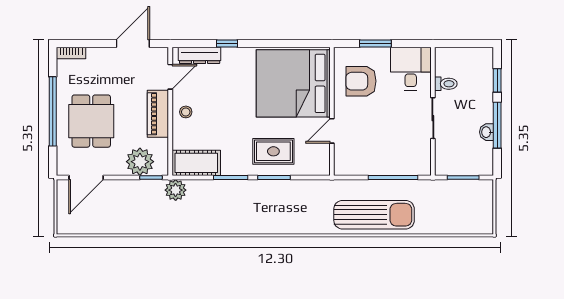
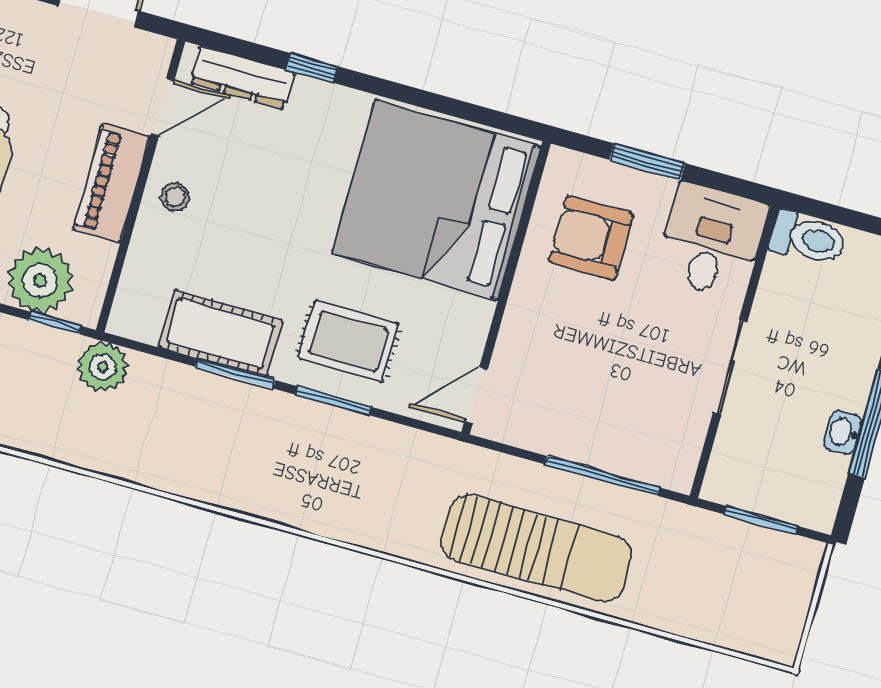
toilet: (446, 84) -> (808, 238), moved, width x1.37, depth x1.39
door: (332, 131) -> (476, 396), moved
cot: (196, 163) -> (220, 334), moved

